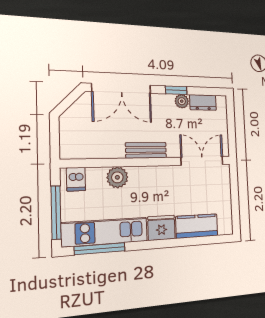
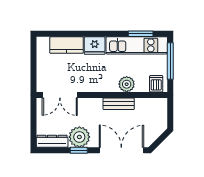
plant: (182, 101) -> (79, 137), width x1.88, depth x1.88
dresser: (203, 102) -> (52, 141), width x1.44
bench: (146, 150) -> (119, 104), moved
window: (100, 249) -> (141, 34), width x0.69

